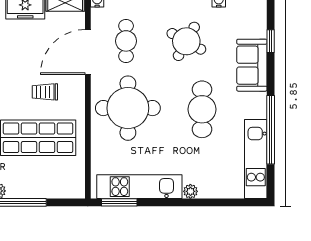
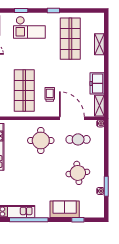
round table: (186, 41) -> (78, 173), turned -36
round table: (128, 108) -> (41, 140), width x0.73, depth x0.73
cafe table: (202, 109) -> (40, 182), removed

